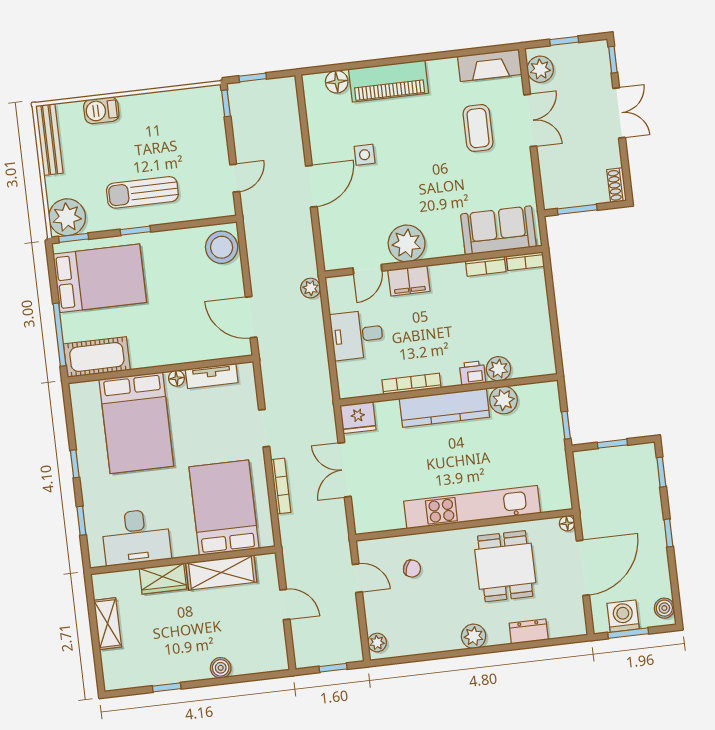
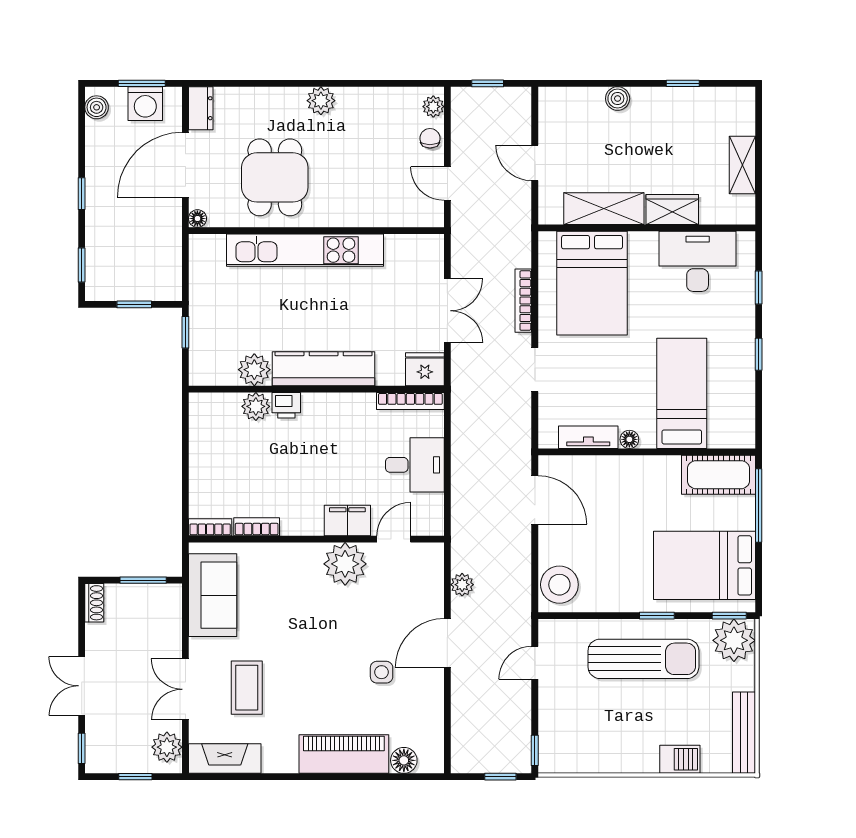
sun lounger: (142, 192) -> (643, 659), width x1.36, depth x1.34
sofa: (498, 230) -> (213, 595), moved, turned -90
plant: (311, 288) -> (462, 585), moved
bookcase: (411, 384) -> (410, 401), moved
bed: (136, 423) -> (682, 393), width x0.67
chair: (412, 569) -> (430, 138), moved, turned 68
dresser: (529, 631) -> (201, 108), moved, turned -90

